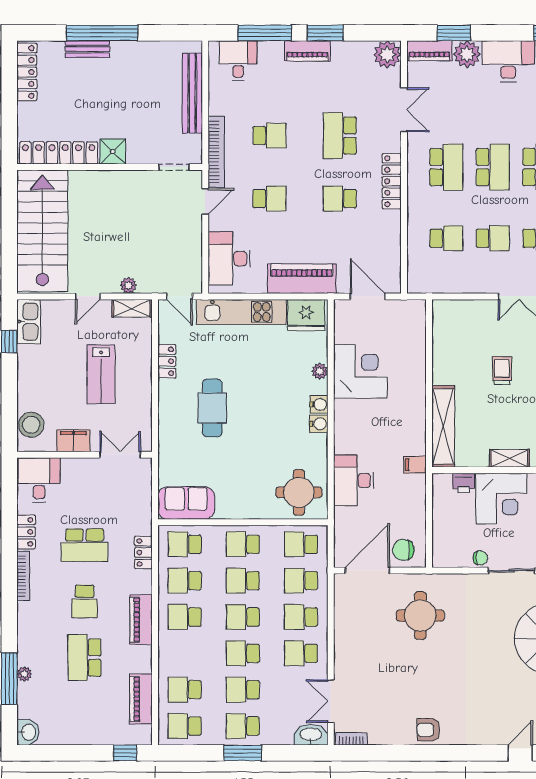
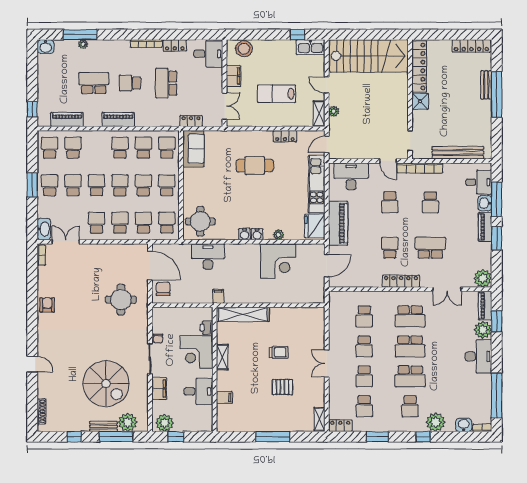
washbasin: (271, 51) -> (485, 203), added
locker: (143, 552) -> (191, 121), moved

